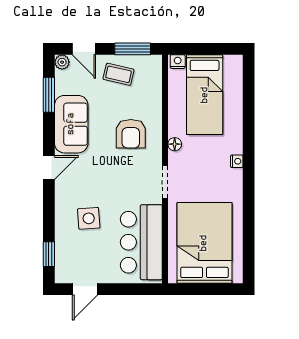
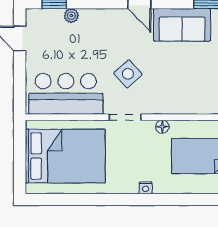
armchair: (131, 134) -> (173, 83), removed
side table: (89, 218) -> (128, 74), moved, turned -38
plant: (62, 237) -> (71, 16), added

